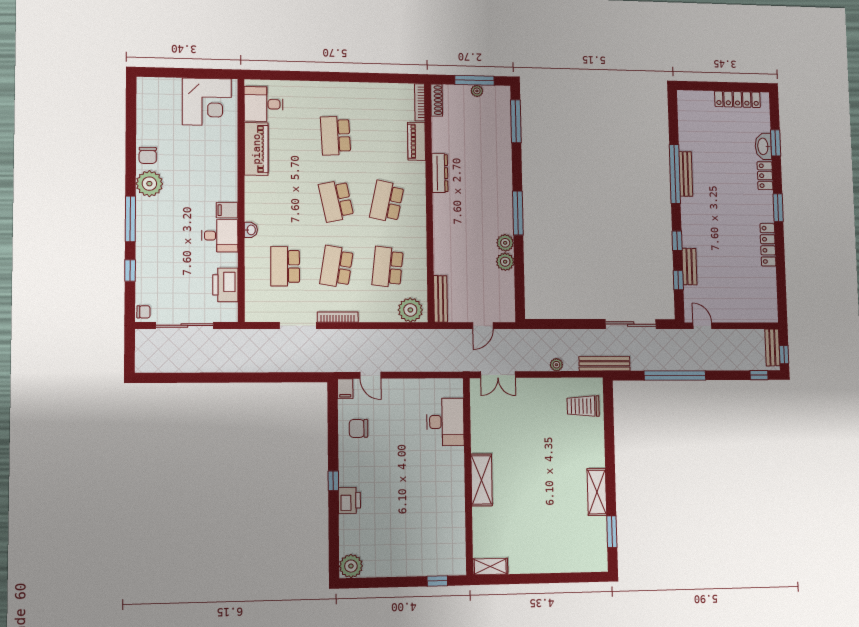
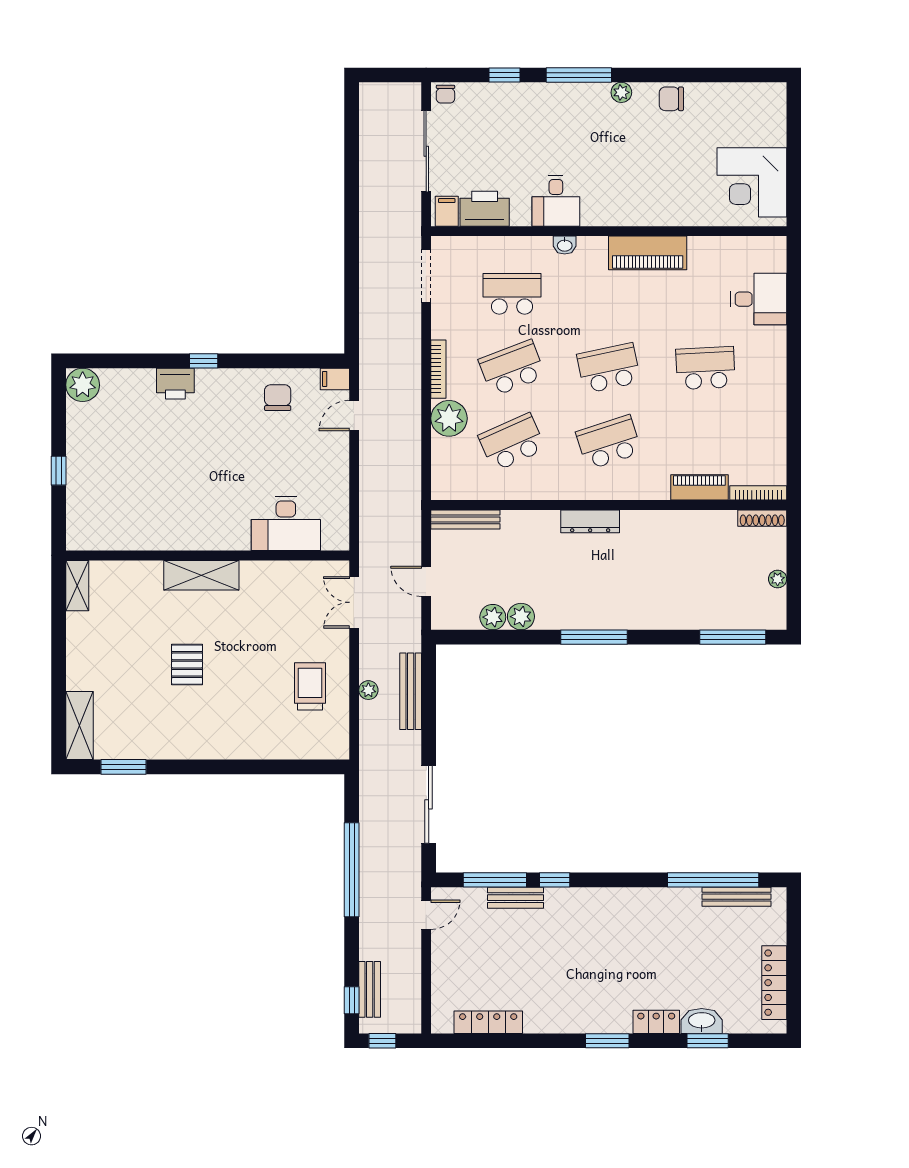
window: (474, 80) -> (794, 576), removed
desk: (264, 104) -> (759, 299), moved, turned 90
piano: (256, 149) -> (648, 253), moved
dresser: (440, 173) -> (590, 521), moved
window: (675, 174) -> (713, 880), moved
bench: (686, 174) -> (737, 897), moved
plant: (149, 184) -> (621, 92), width x0.53, depth x0.53
school desk: (387, 202) -> (609, 442), turned -30
filing cabinet: (227, 210) -> (447, 211), moved
plant: (505, 243) -> (493, 617), moved
locker: (768, 245) -> (488, 1022), moved
school desk: (337, 267) -> (512, 368), turned -30
school desk: (388, 267) -> (512, 442), turned -30
window: (678, 280) -> (495, 880), width x2.17
plant: (410, 310) -> (449, 418), moved
doorway: (298, 326) -> (426, 276), moved
bench: (772, 347) -> (370, 989), moved, turned 90
bench: (604, 364) -> (411, 691), moved
trolley: (583, 406) -> (310, 686), moved
pallet: (542, 489) -> (187, 665), added
shelving: (597, 492) -> (79, 726), moved, turned 90
window: (437, 581) -> (59, 471), moved

